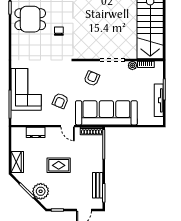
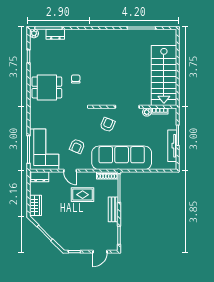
dining table: (30, 19) -> (47, 87), moved
corner sofa: (26, 89) -> (44, 149), moved
door: (68, 126) -> (70, 171), moved
dresser: (36, 132) -> (40, 177), moved
rug: (59, 165) -> (83, 195), moved
bench: (98, 185) -> (113, 209), moved
plant: (41, 191) -> (58, 234), removed

